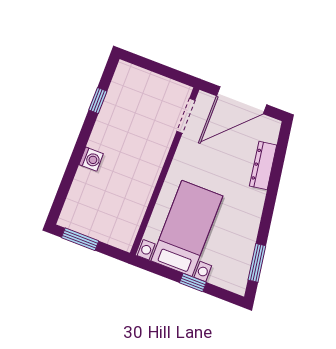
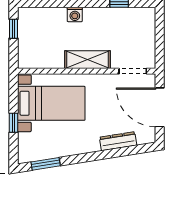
shelving: (151, 165) -> (88, 60), added
window: (80, 239) -> (13, 29), width x0.67

